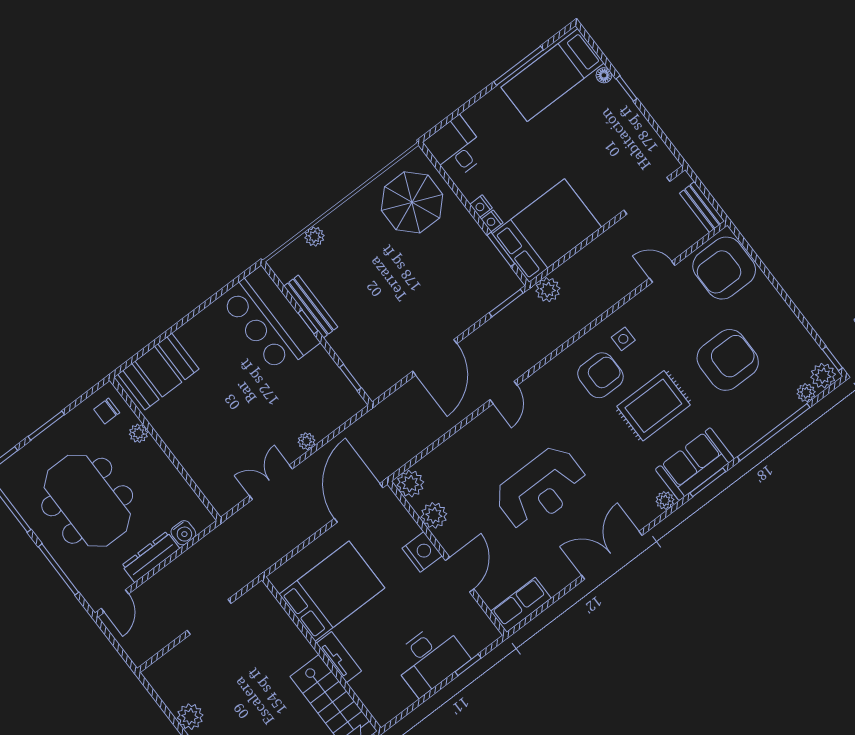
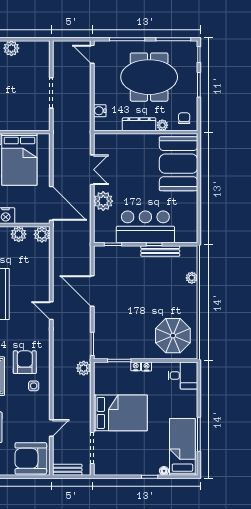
bed: (547, 231) -> (120, 413), moved, turned -90
armchair: (724, 268) -> (31, 458), turned -90
bar counter: (269, 320) -> (145, 227), moved
booth: (158, 372) -> (178, 164), width x1.36, depth x1.42
armchair: (600, 375) -> (25, 362), turned 180
plant: (307, 441) -> (103, 201), width x1.88, depth x1.88
dresser: (151, 557) -> (139, 124), moved, turned -90

